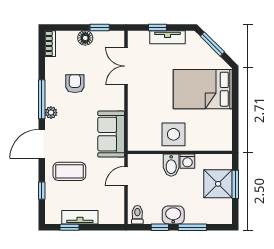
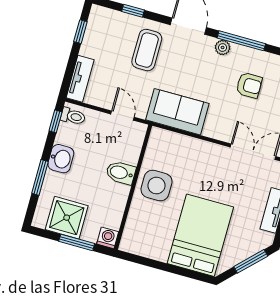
washing machine: (187, 161) -> (108, 238), moved, turned 90
shower: (218, 184) -> (67, 218), moved
tv unit: (80, 217) -> (80, 79), moved
window: (160, 227) -> (56, 121), moved

